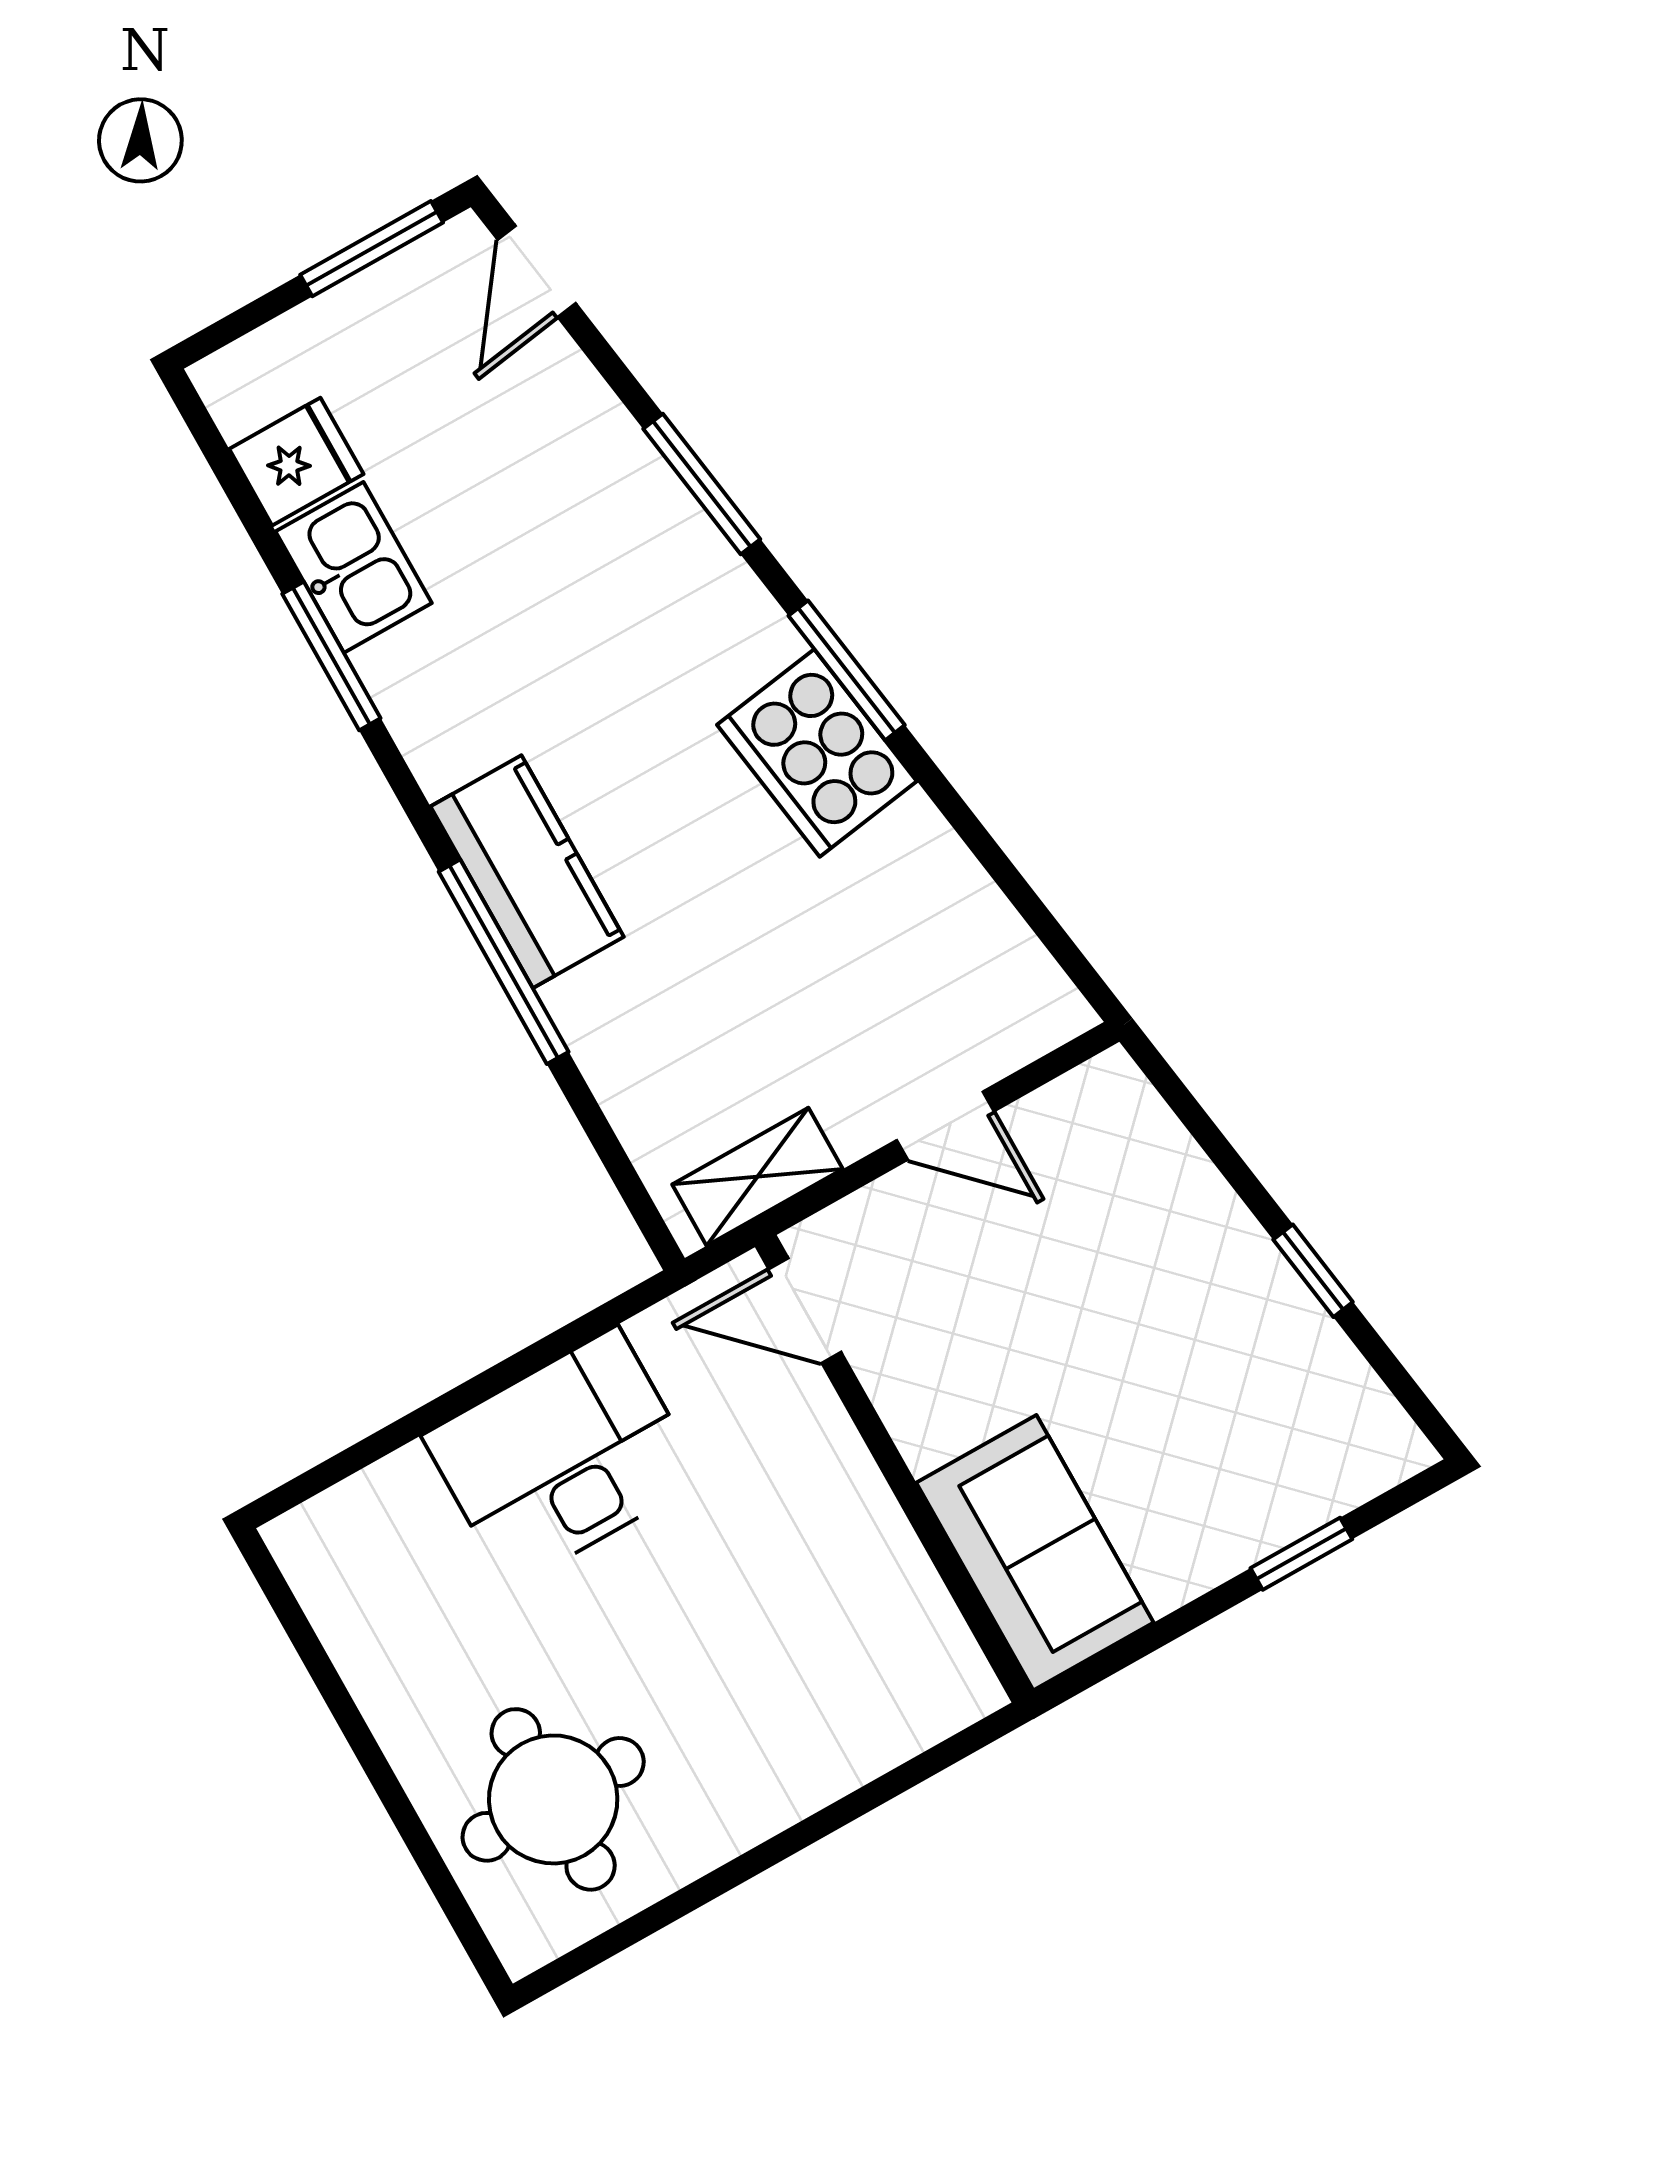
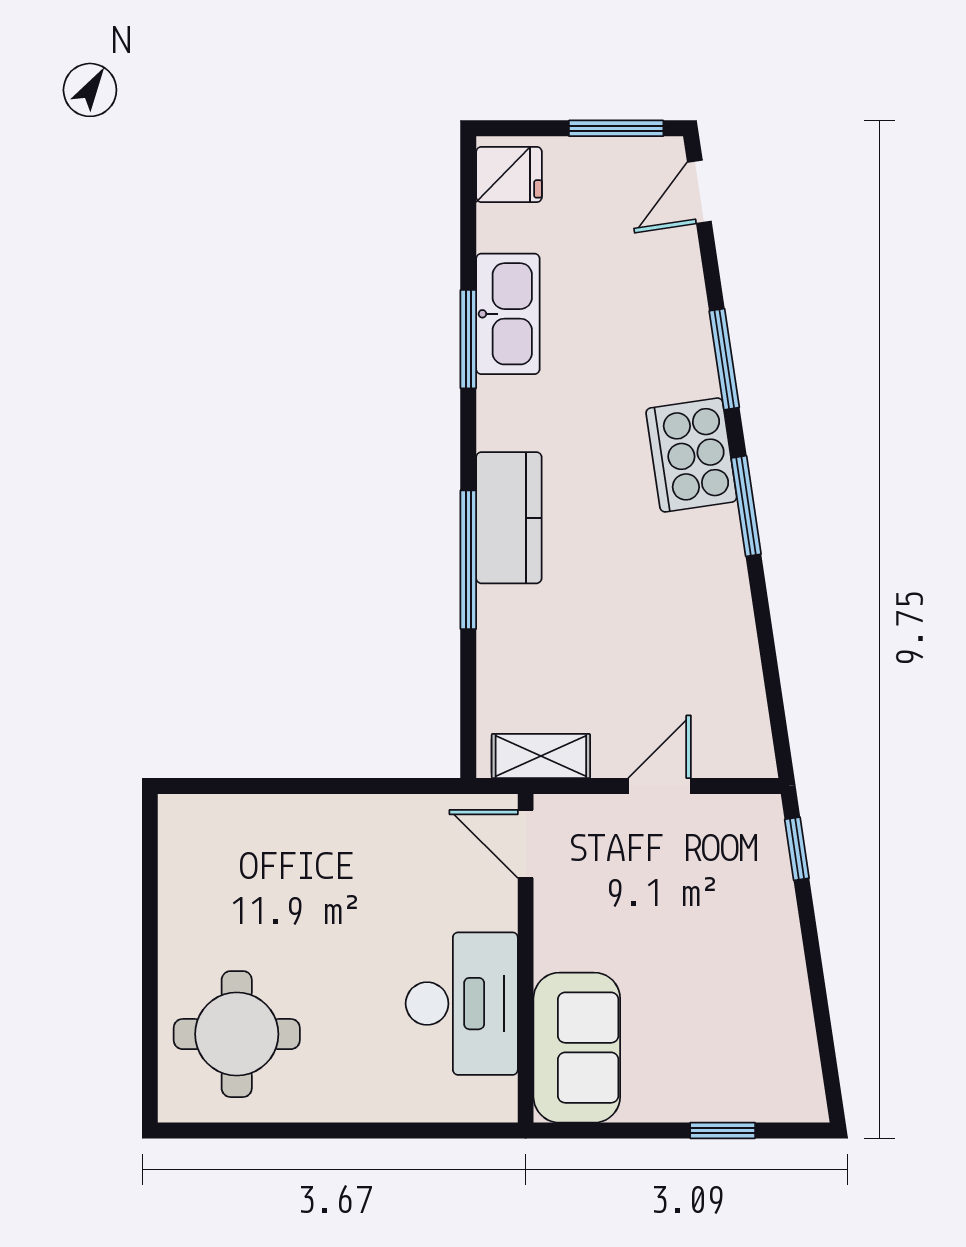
fridge: (296, 462) -> (509, 175), moved
kitchen sink: (354, 567) -> (508, 314), width x1.38
cooker: (817, 753) -> (691, 455), moved
door: (945, 1126) -> (660, 786), swing flipped
window: (1313, 1271) -> (797, 849), moved
desk: (563, 1458) -> (462, 1004), moved, turned 90

